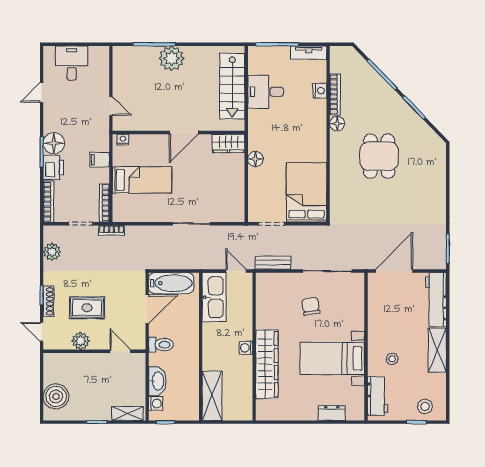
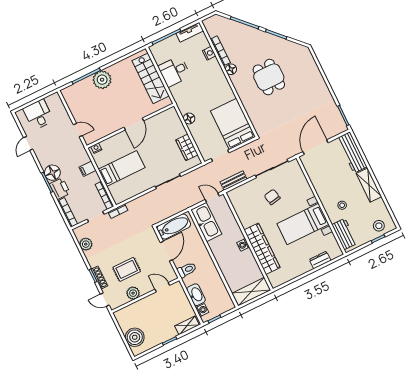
wardrobe: (229, 143) -> (187, 147), moved, turned 90
shelving: (212, 396) -> (251, 292), moved, turned 90

